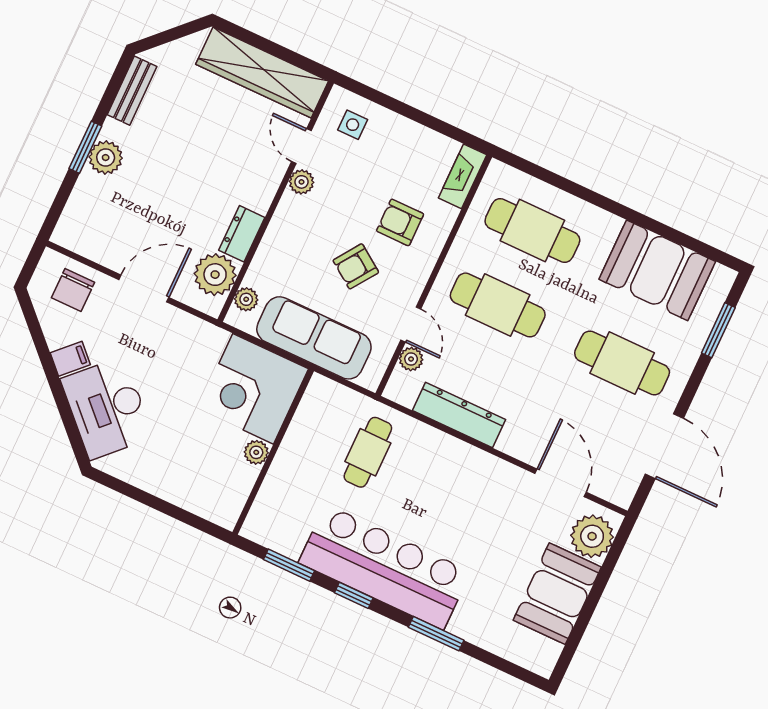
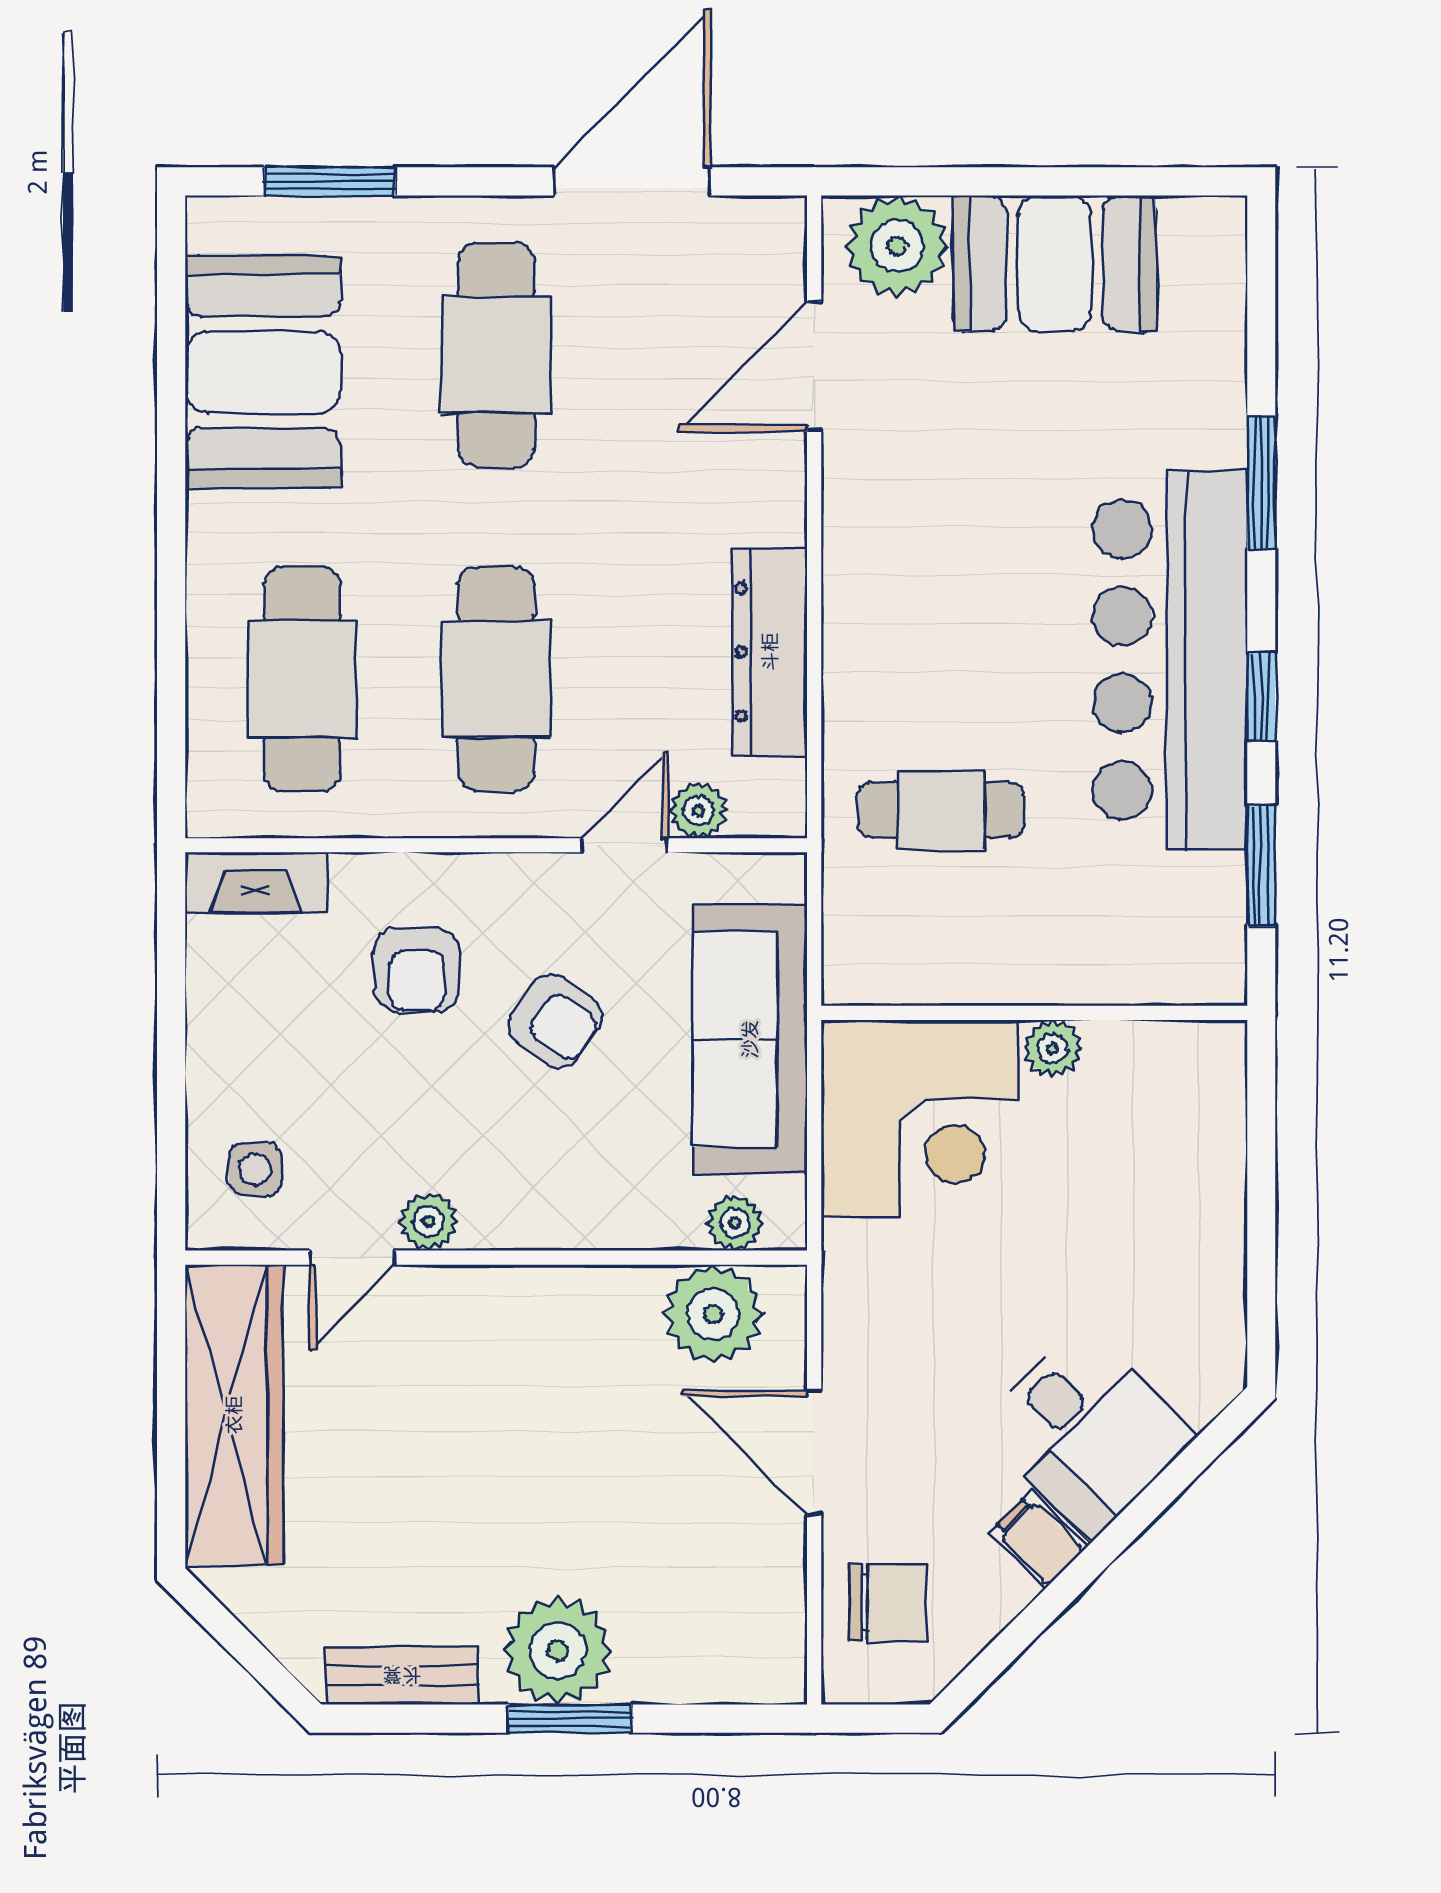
plant: (106, 158) -> (557, 1651), width x1.36, depth x1.36
dresser: (242, 234) -> (599, 1297), removed
desk: (107, 408) -> (1087, 1432), width x0.73

